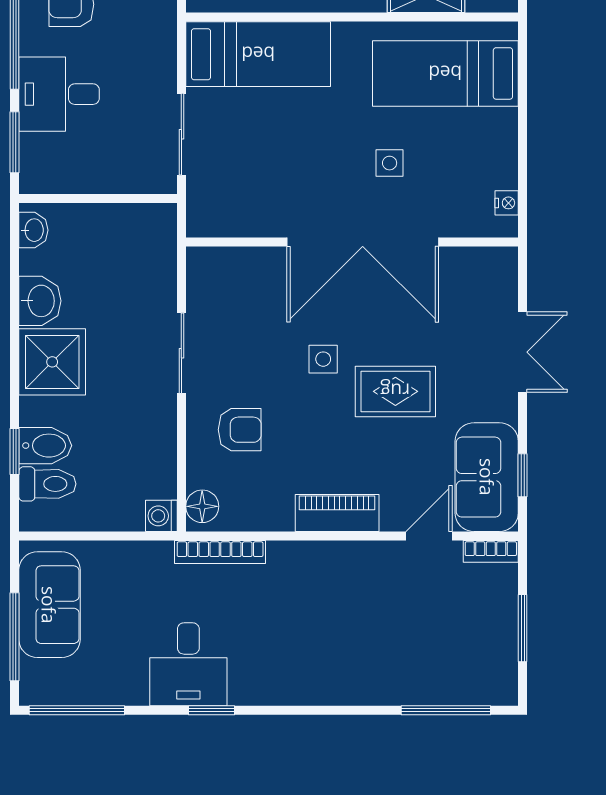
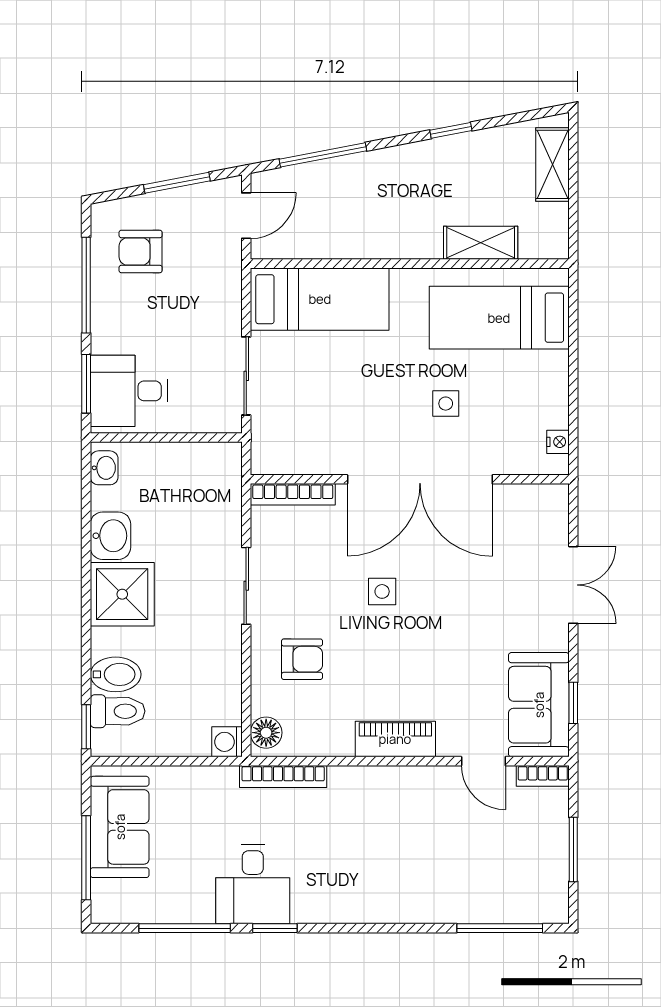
desk: (59, 94) -> (129, 391), moved
bookcase: (230, 258) -> (293, 494), added
rug: (395, 391) -> (451, 623), removed
window: (15, 452) -> (86, 727), moved
door: (429, 536) -> (483, 761), swing flipped
window: (77, 710) -> (185, 928), moved

